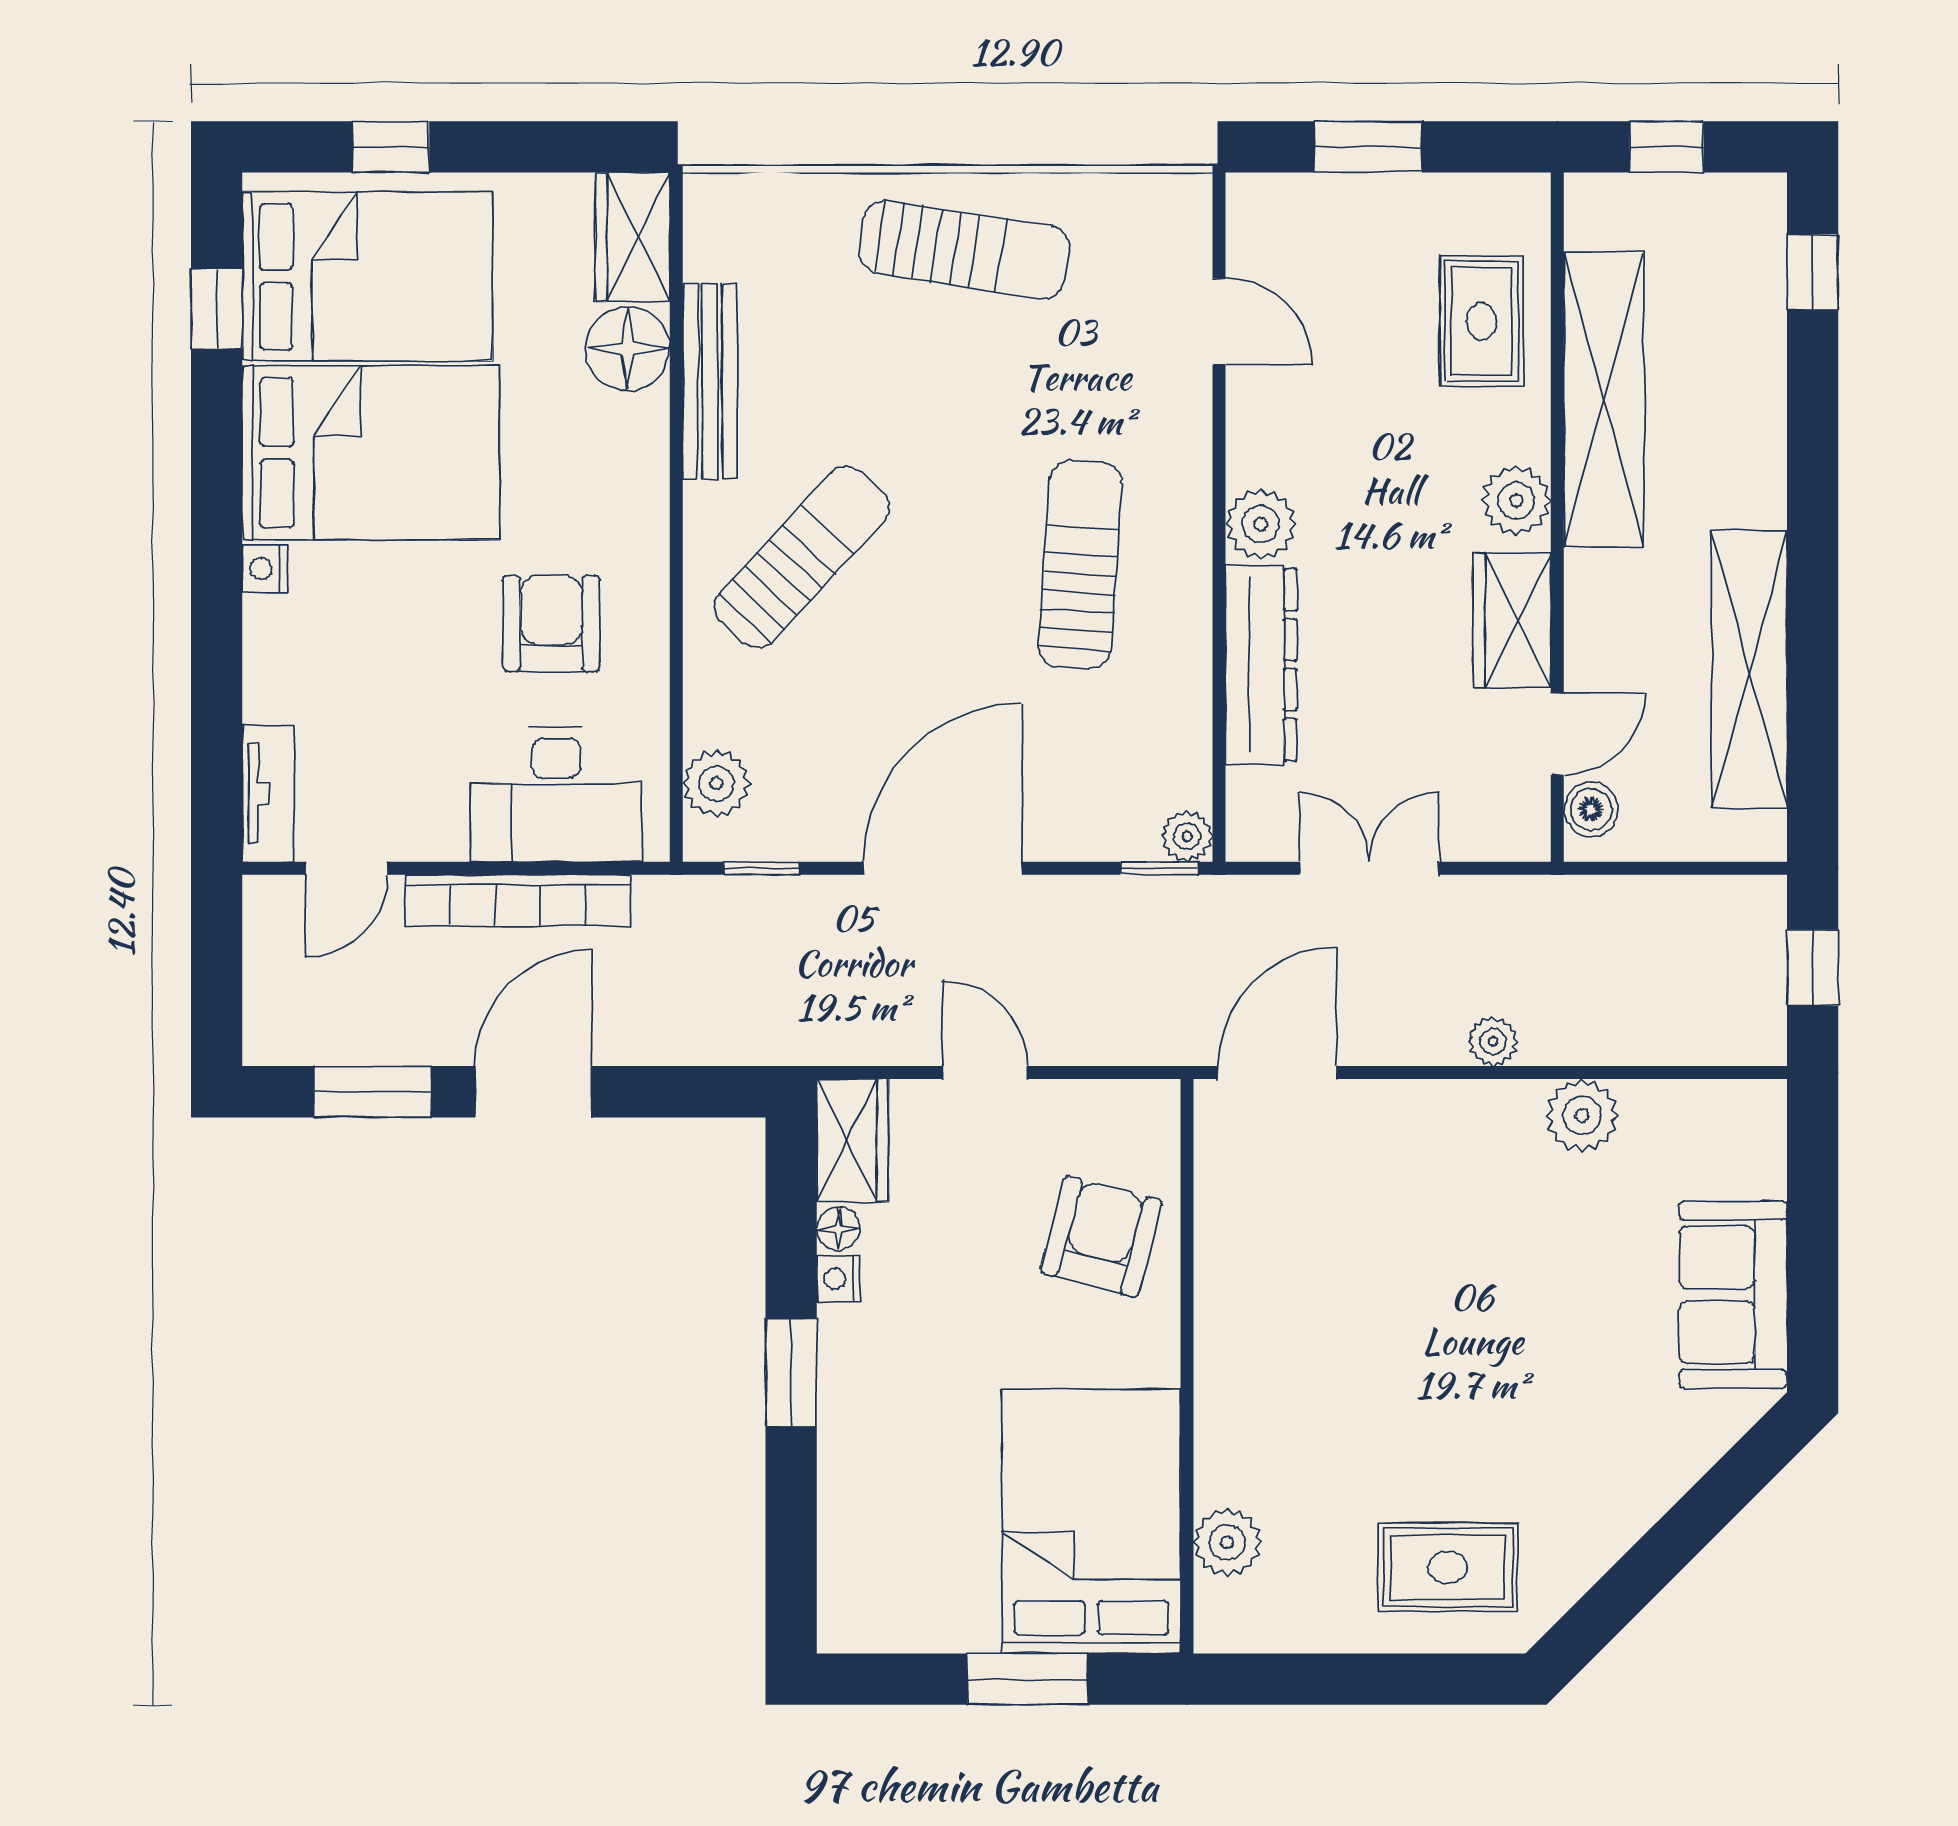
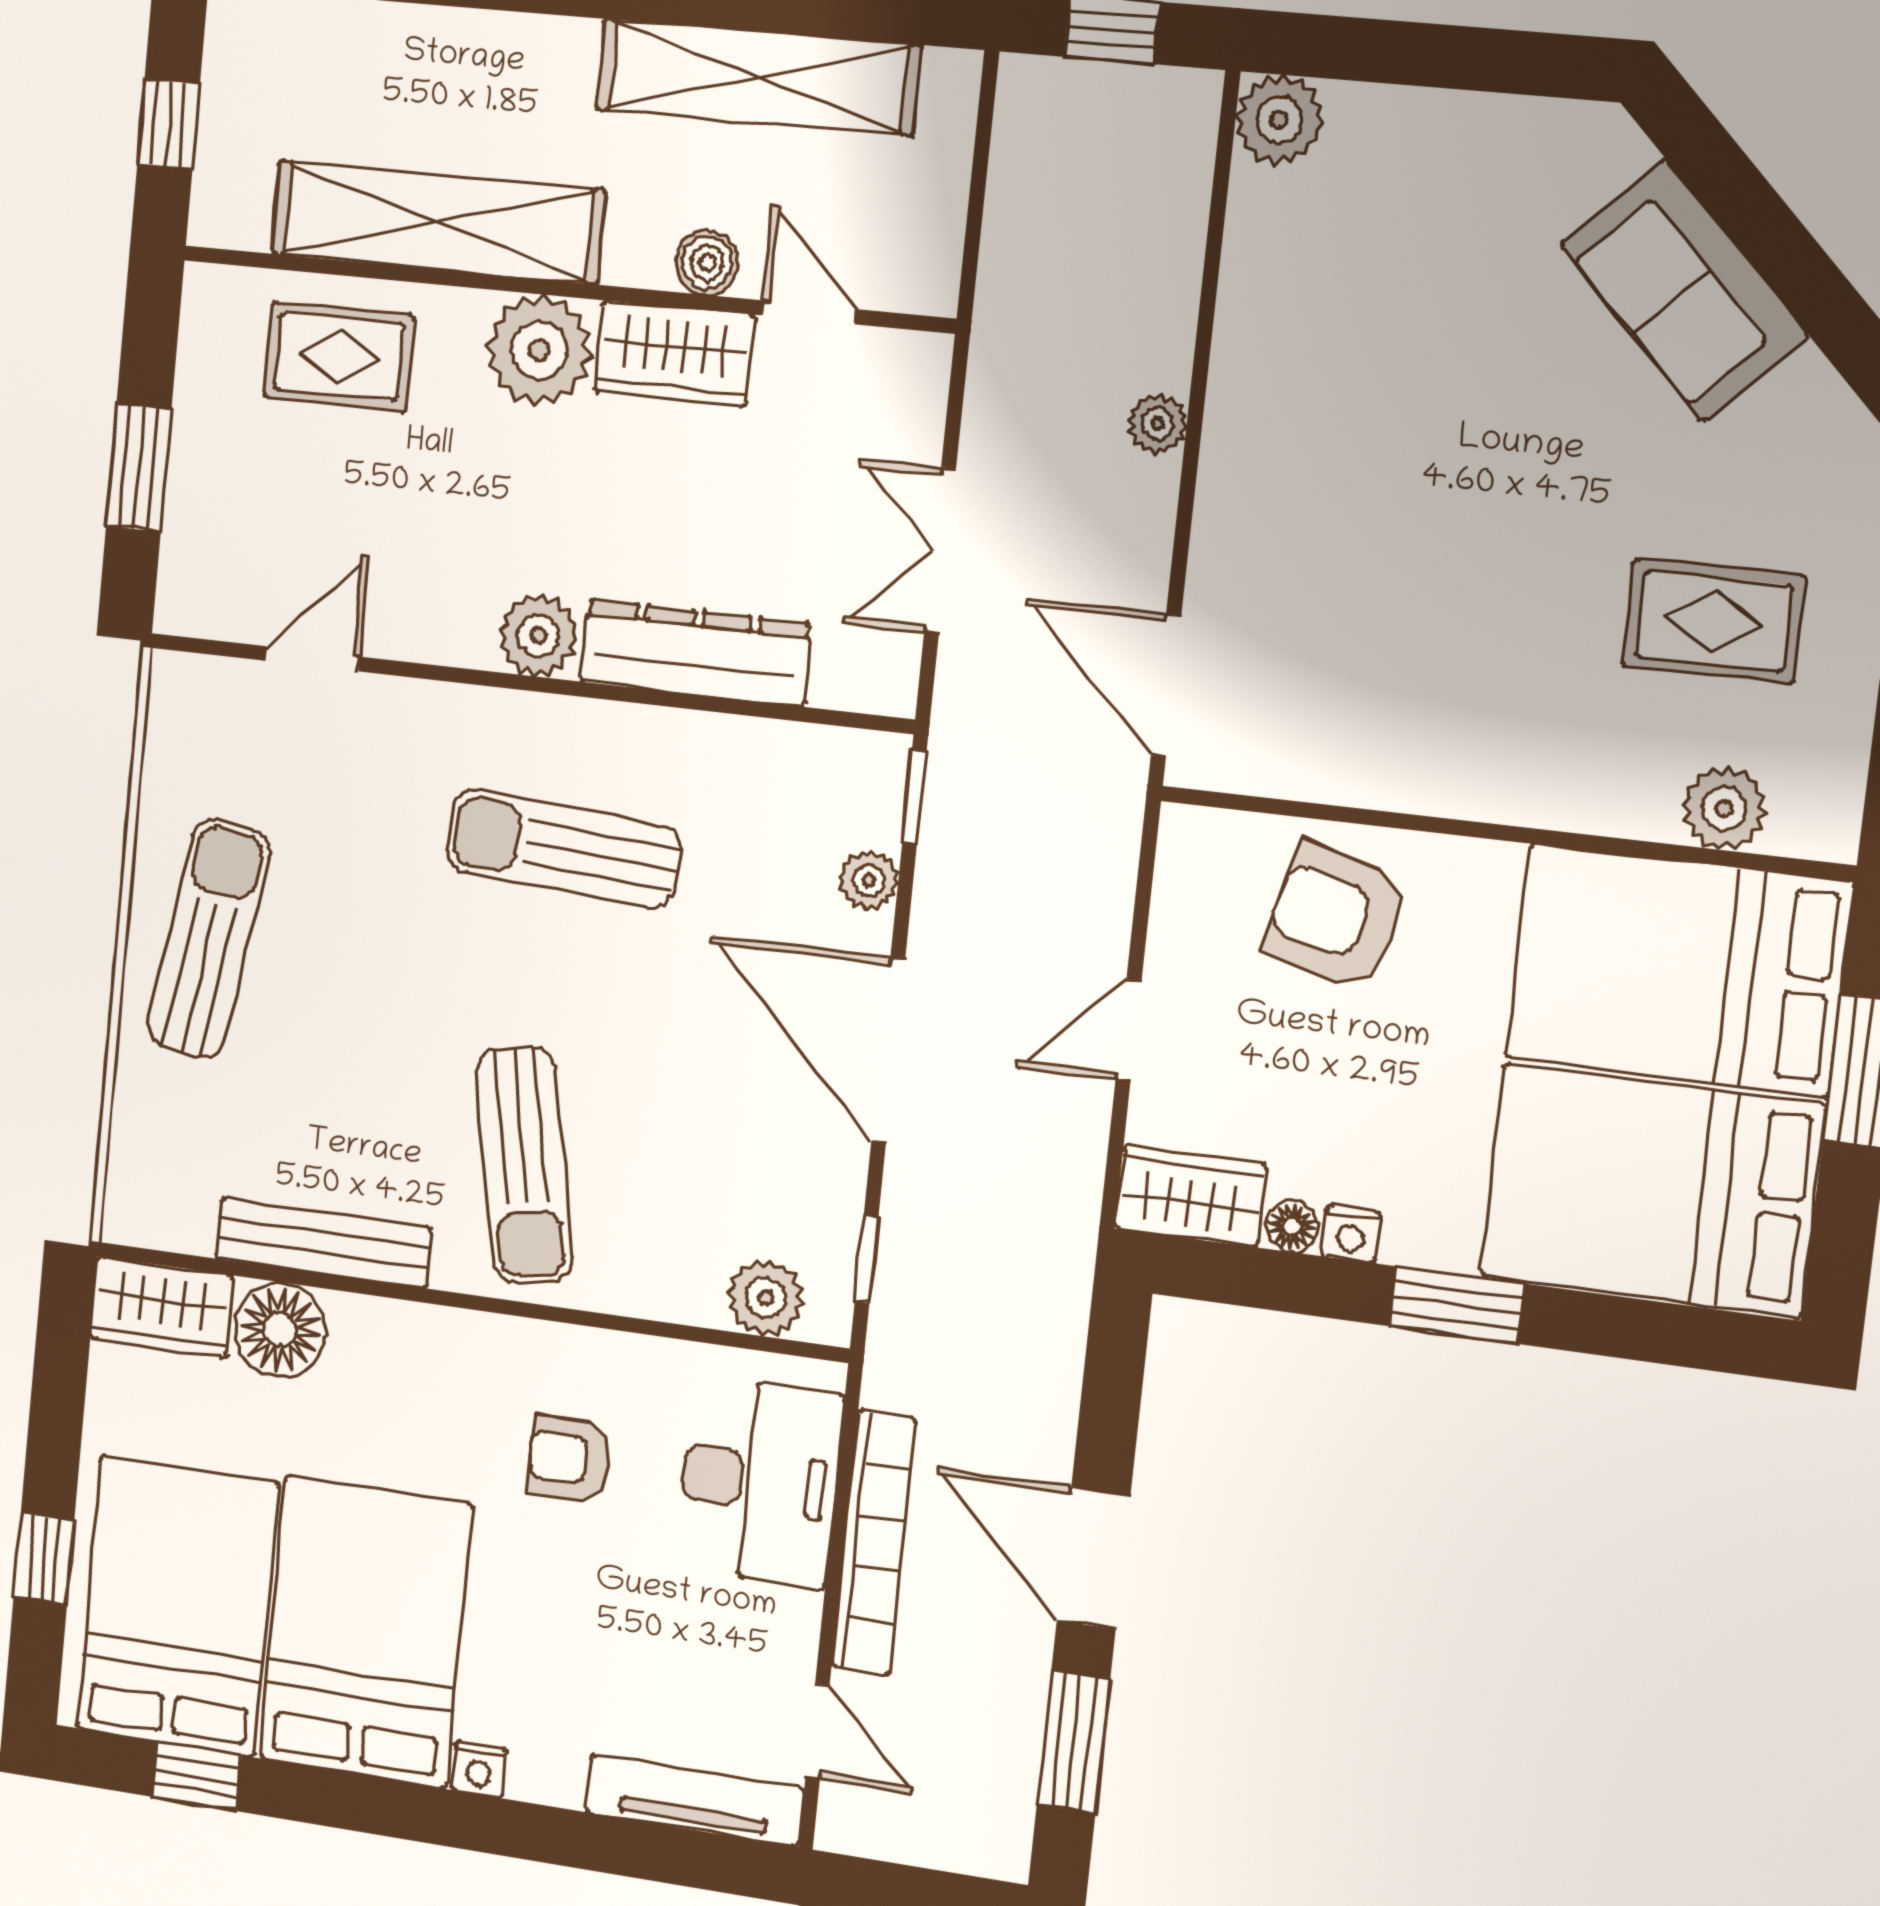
plant: (1516, 501) -> (539, 350), width x1.36, depth x1.36
sun lounger: (802, 557) -> (524, 1165), turned -144
armchair: (551, 623) -> (570, 1459), width x0.72, depth x0.72
tv unit: (268, 794) -> (694, 1800), width x1.41
boiler: (1591, 809) -> (707, 263), moved
plant: (1187, 836) -> (869, 880), moved
plant: (1582, 1116) -> (1279, 120), moved
sofa: (1733, 1295) -> (1684, 290), moved, turned 45
bed: (908, 1521) -> (1652, 1190), added
rug: (1448, 1567) -> (1714, 621), moved, turned 90

